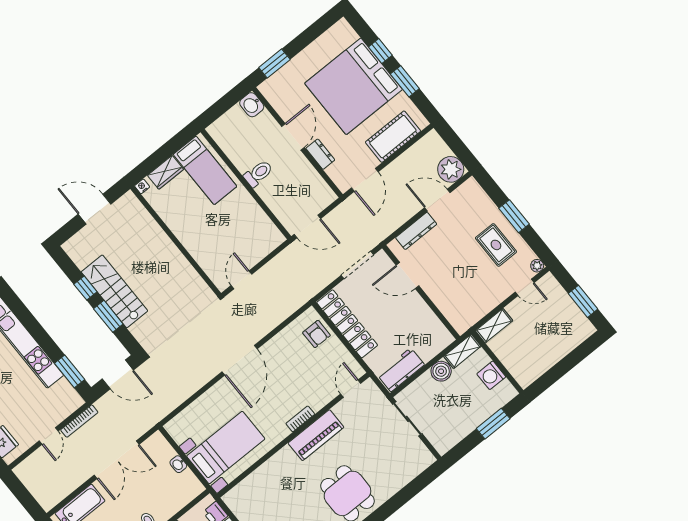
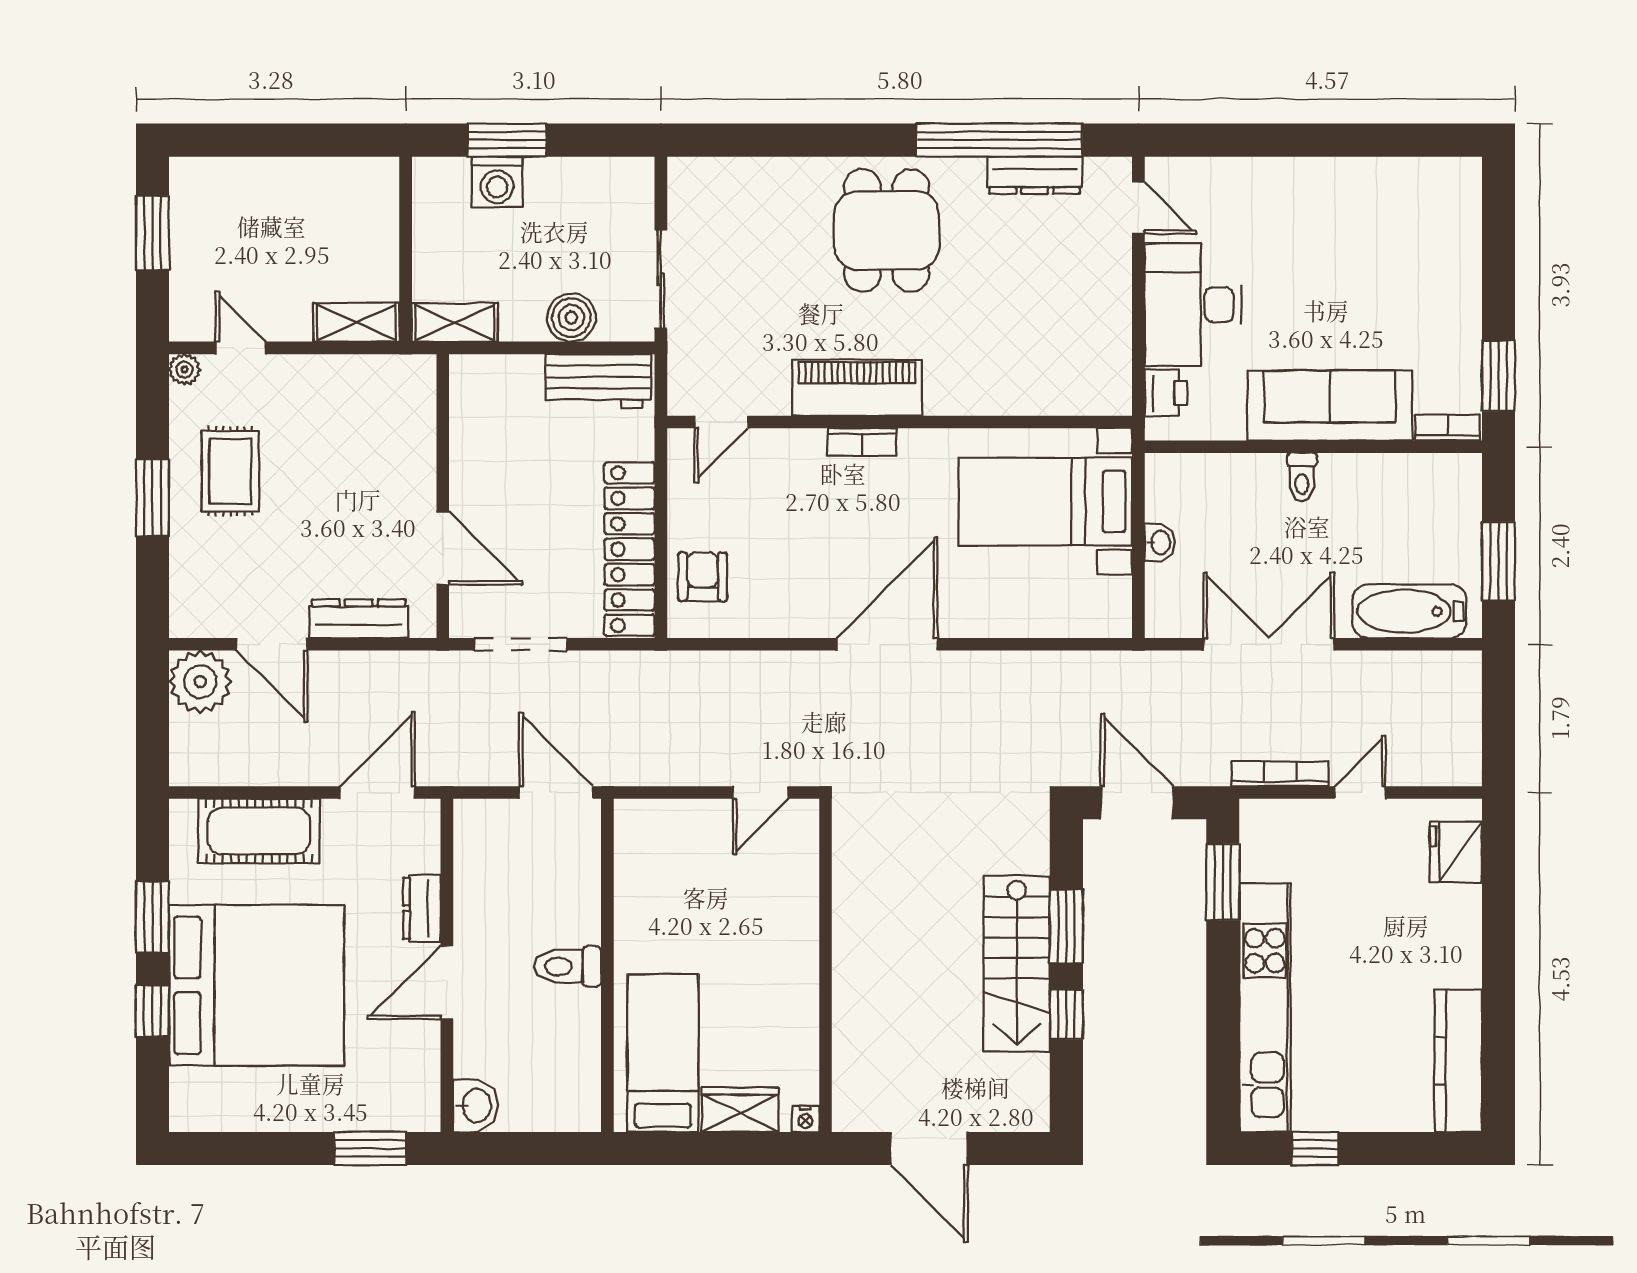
boiler: (441, 371) -> (571, 318), moved
washing machine: (491, 375) -> (497, 182), moved, turned 90

